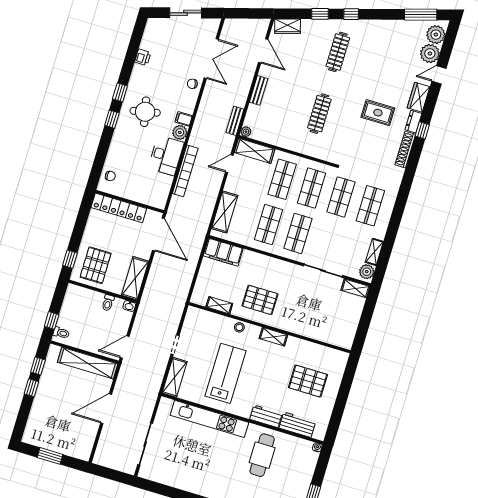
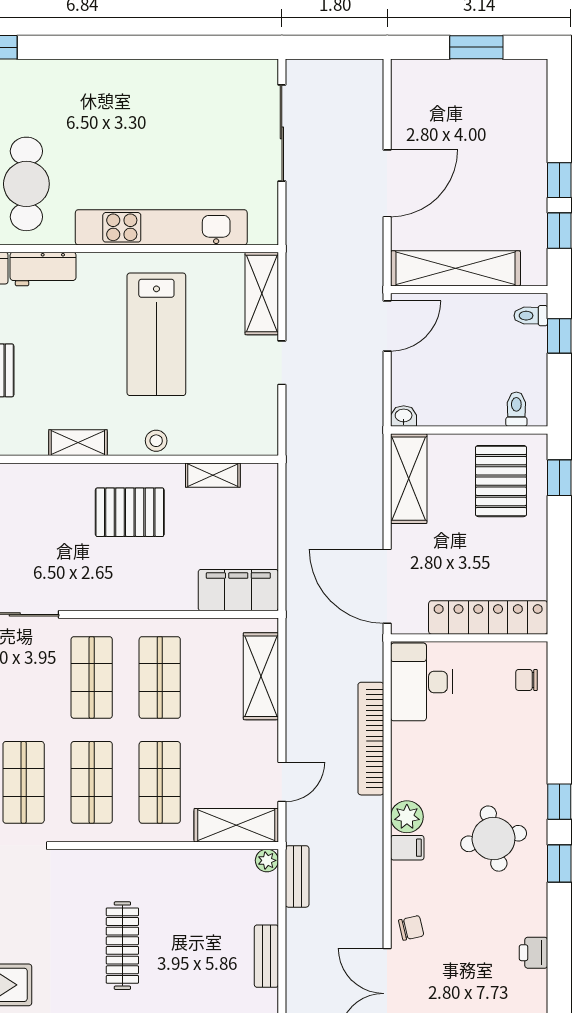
desk: (166, 155) -> (421, 682), moved
toilet: (108, 303) -> (516, 409), moved

